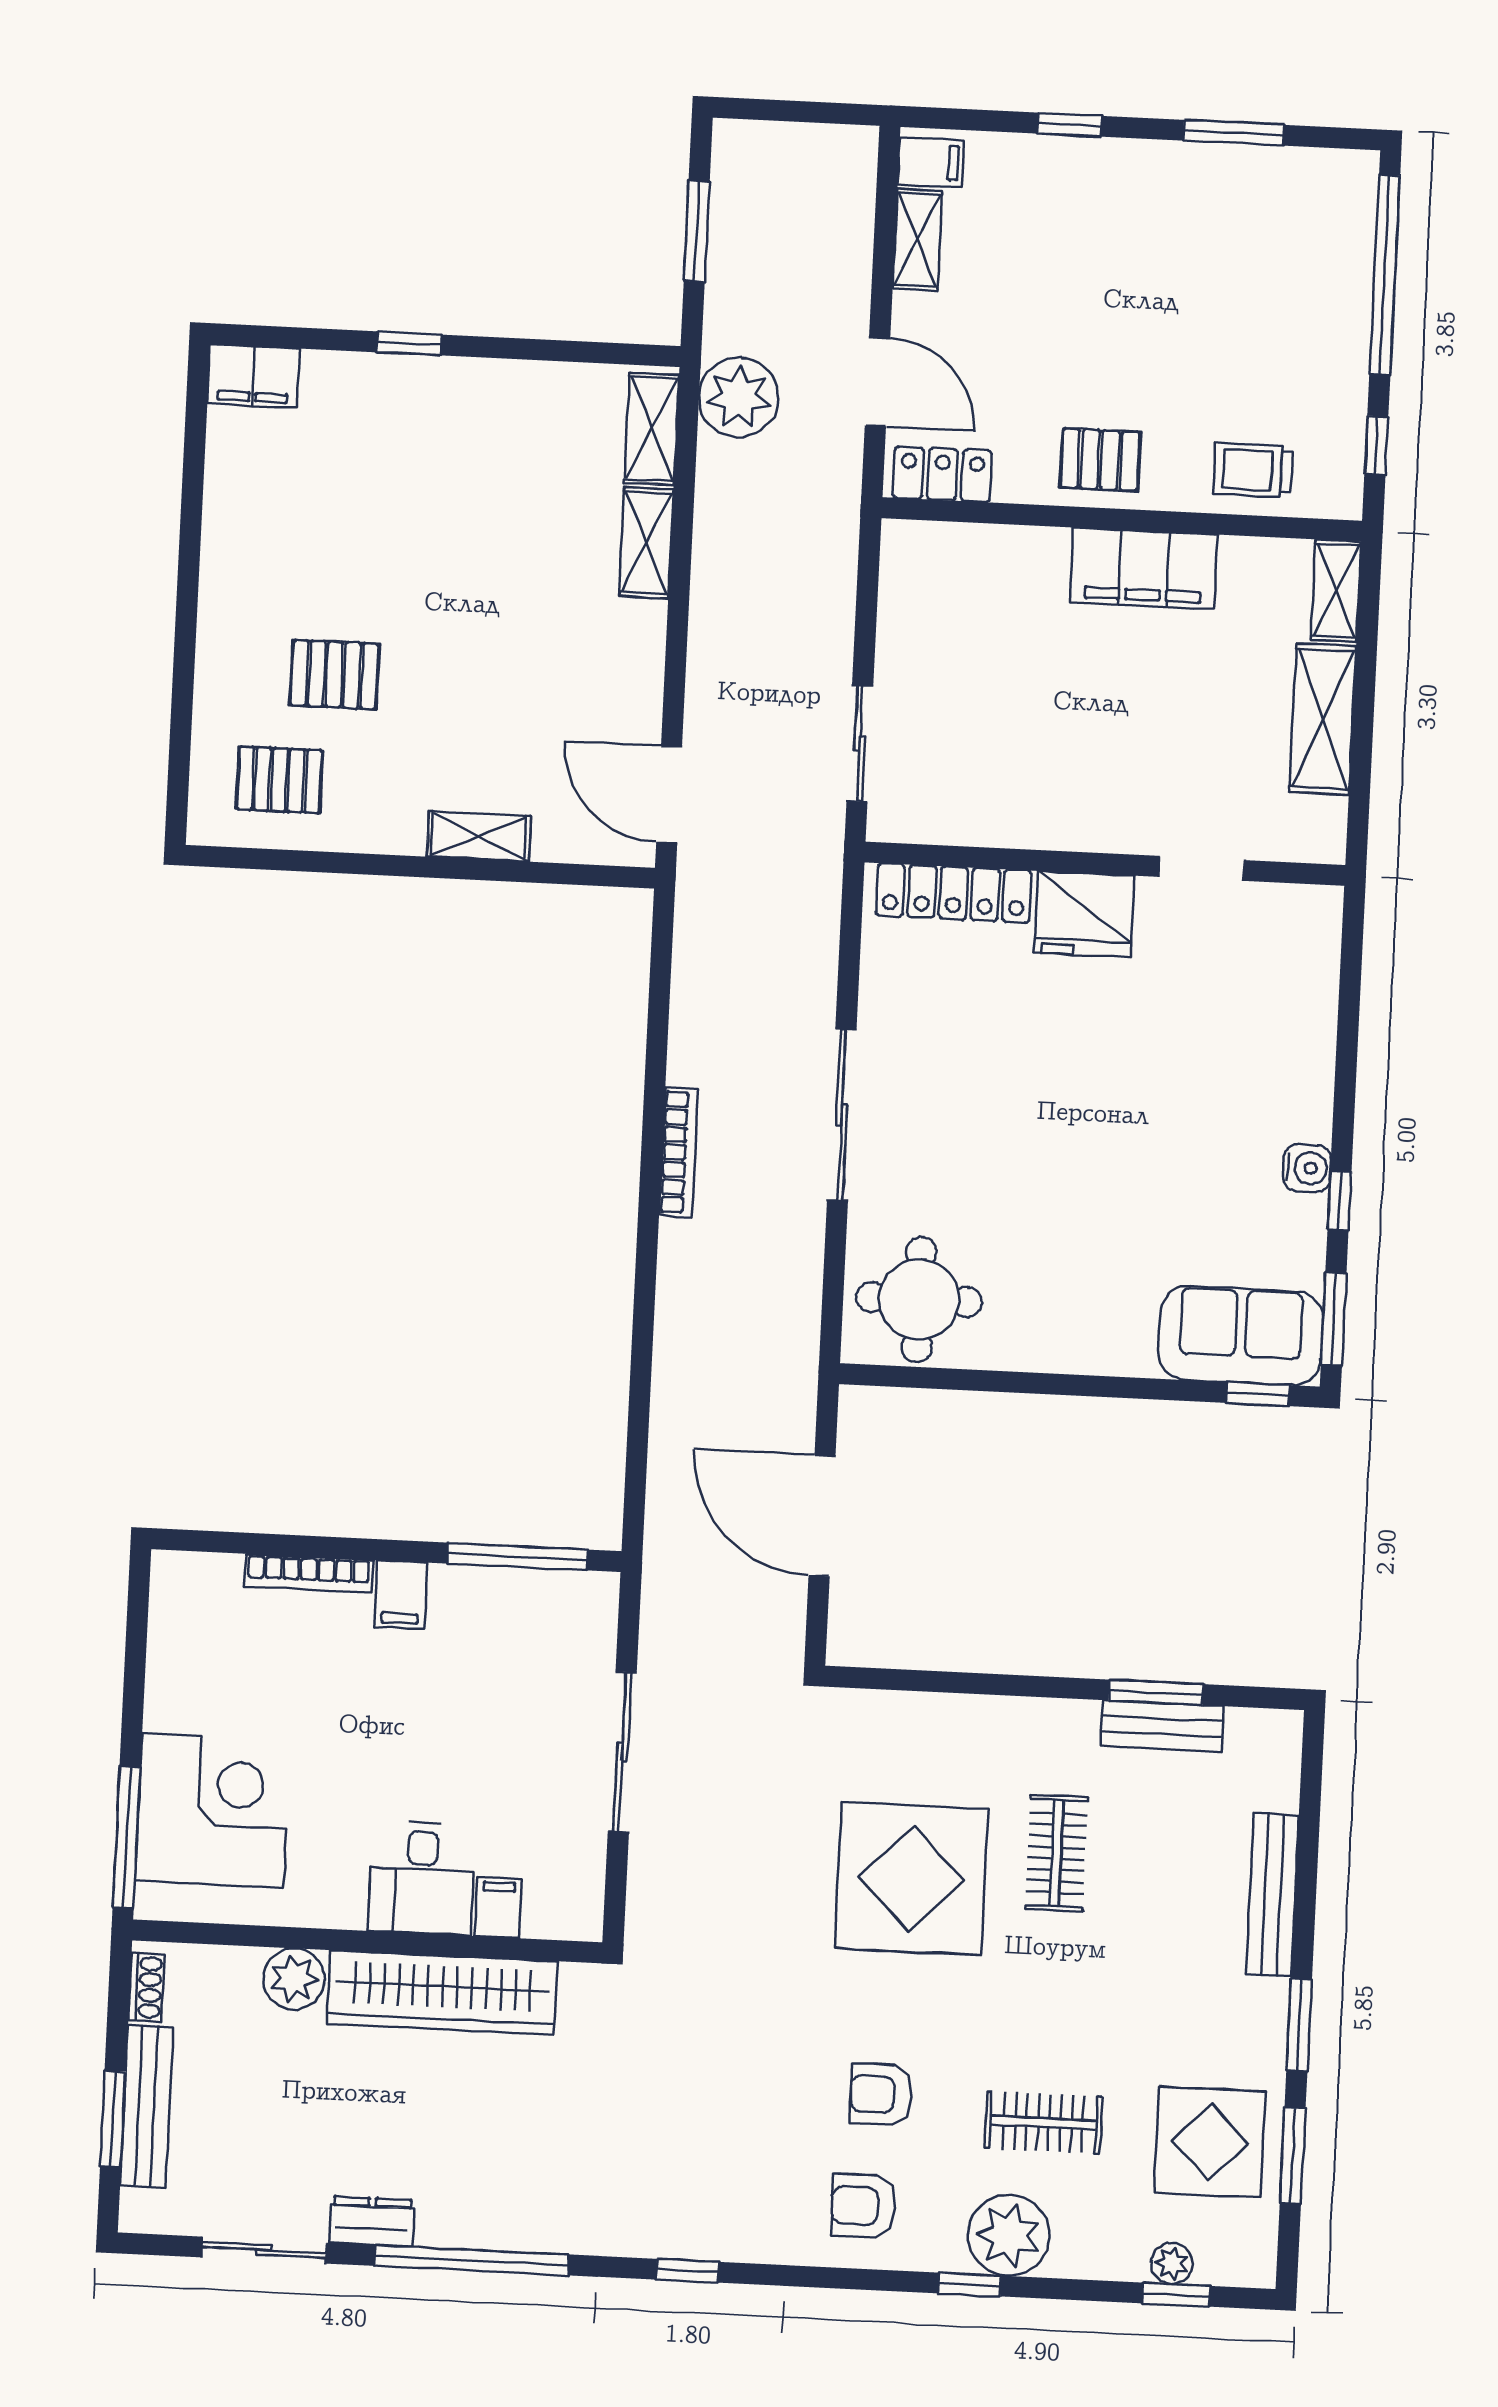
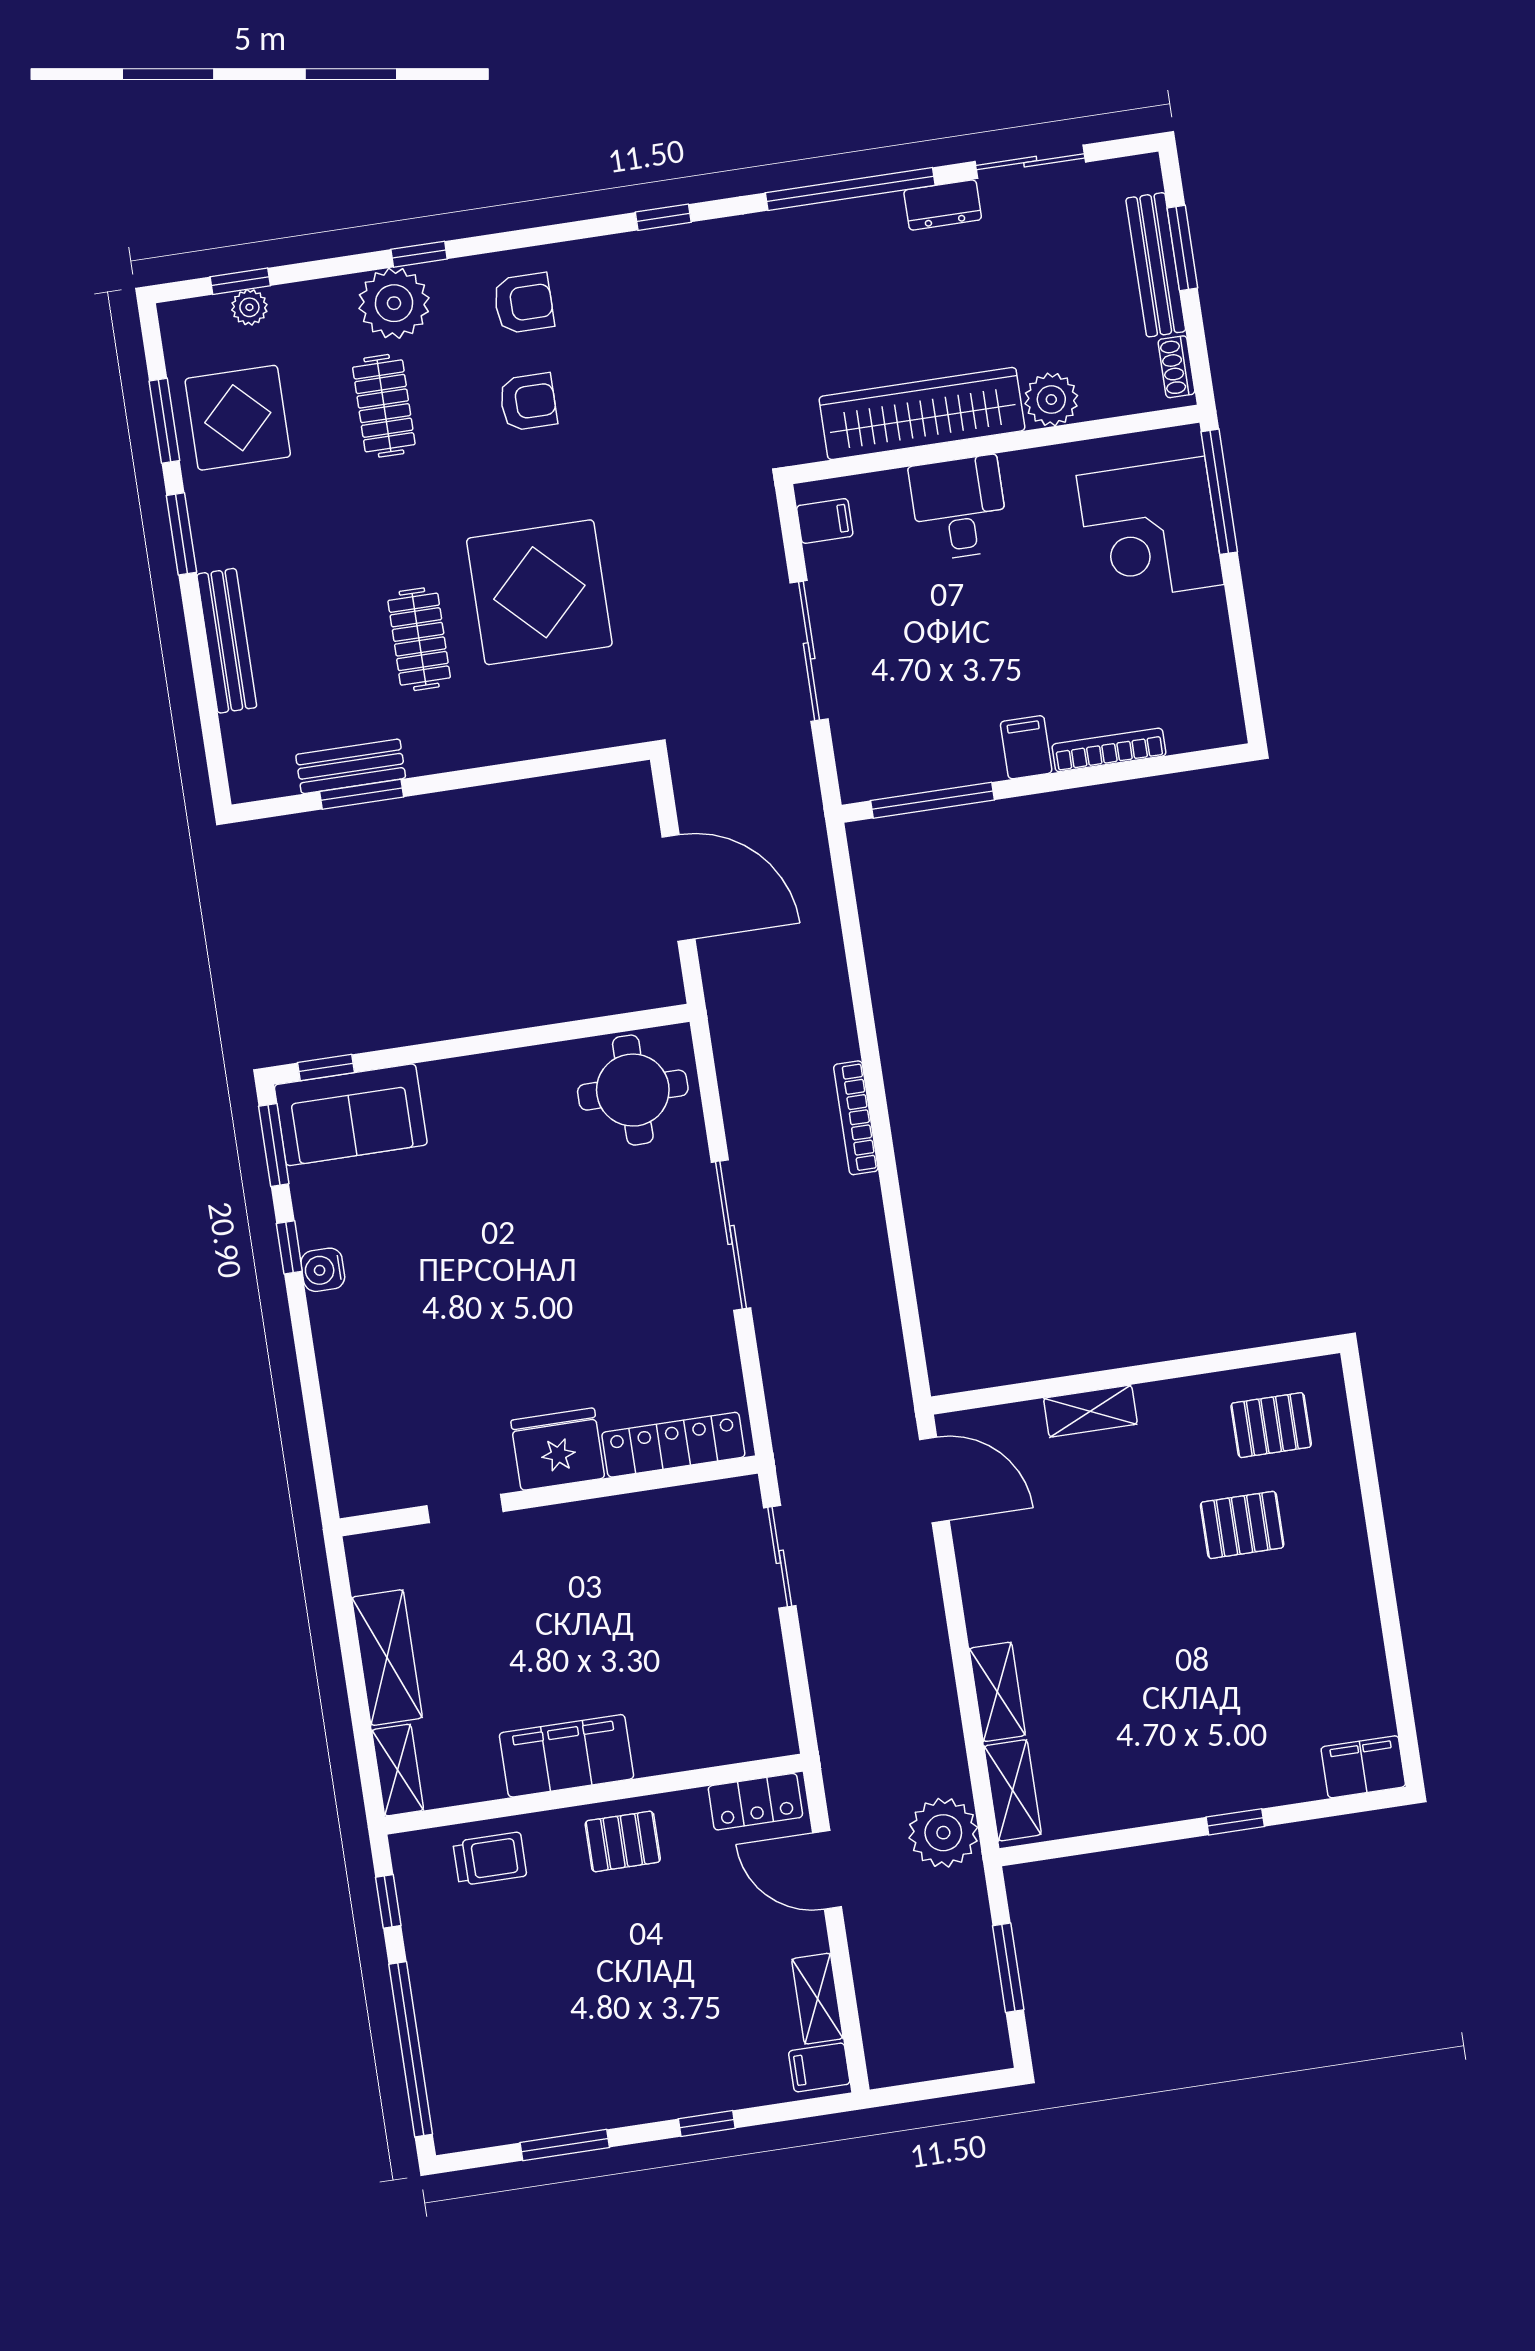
bookcase: (678, 1152) -> (856, 1118), moved
filing cabinet: (498, 1908) -> (825, 521), moved, turned -90
clothes rail: (1043, 2123) -> (384, 406), turned 90

